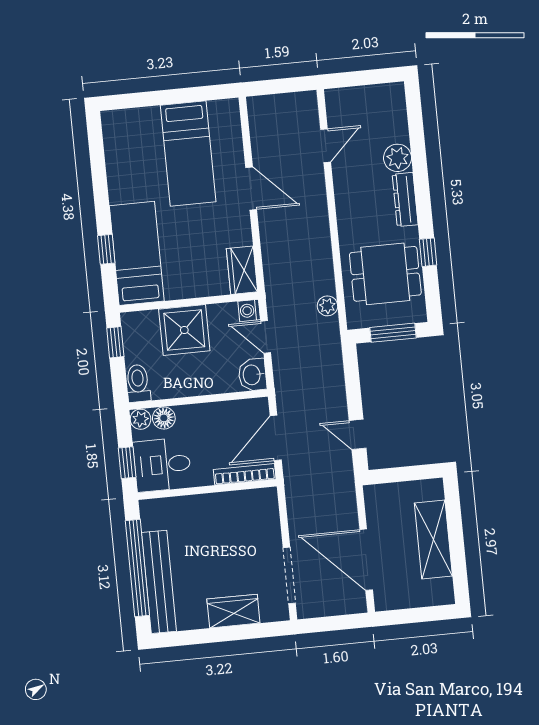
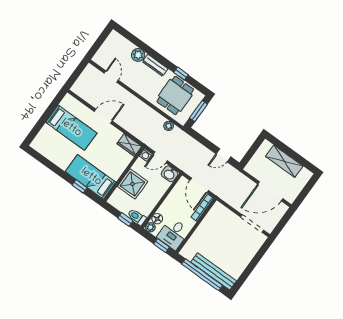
window: (115, 342) -> (125, 219), moved
wardrobe: (233, 611) -> (247, 254), removed

